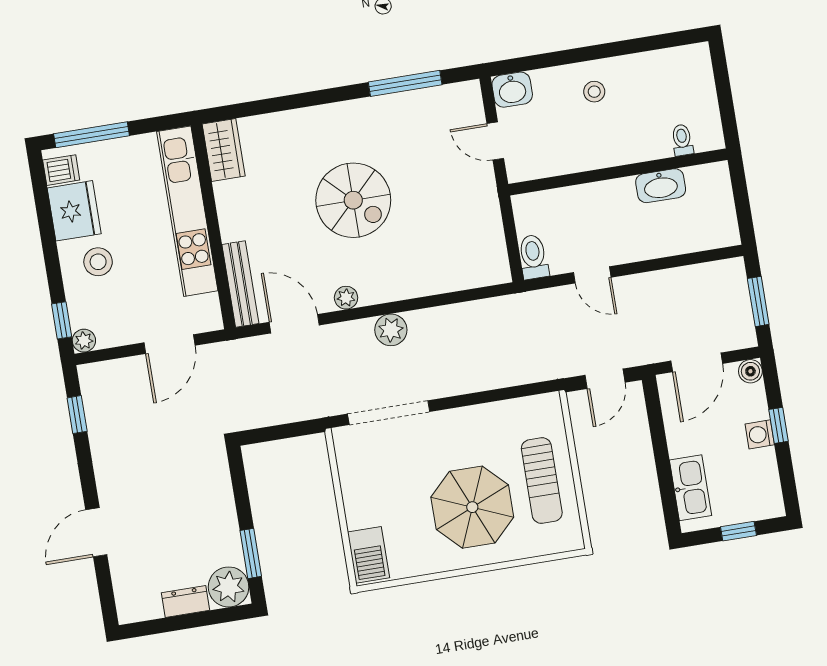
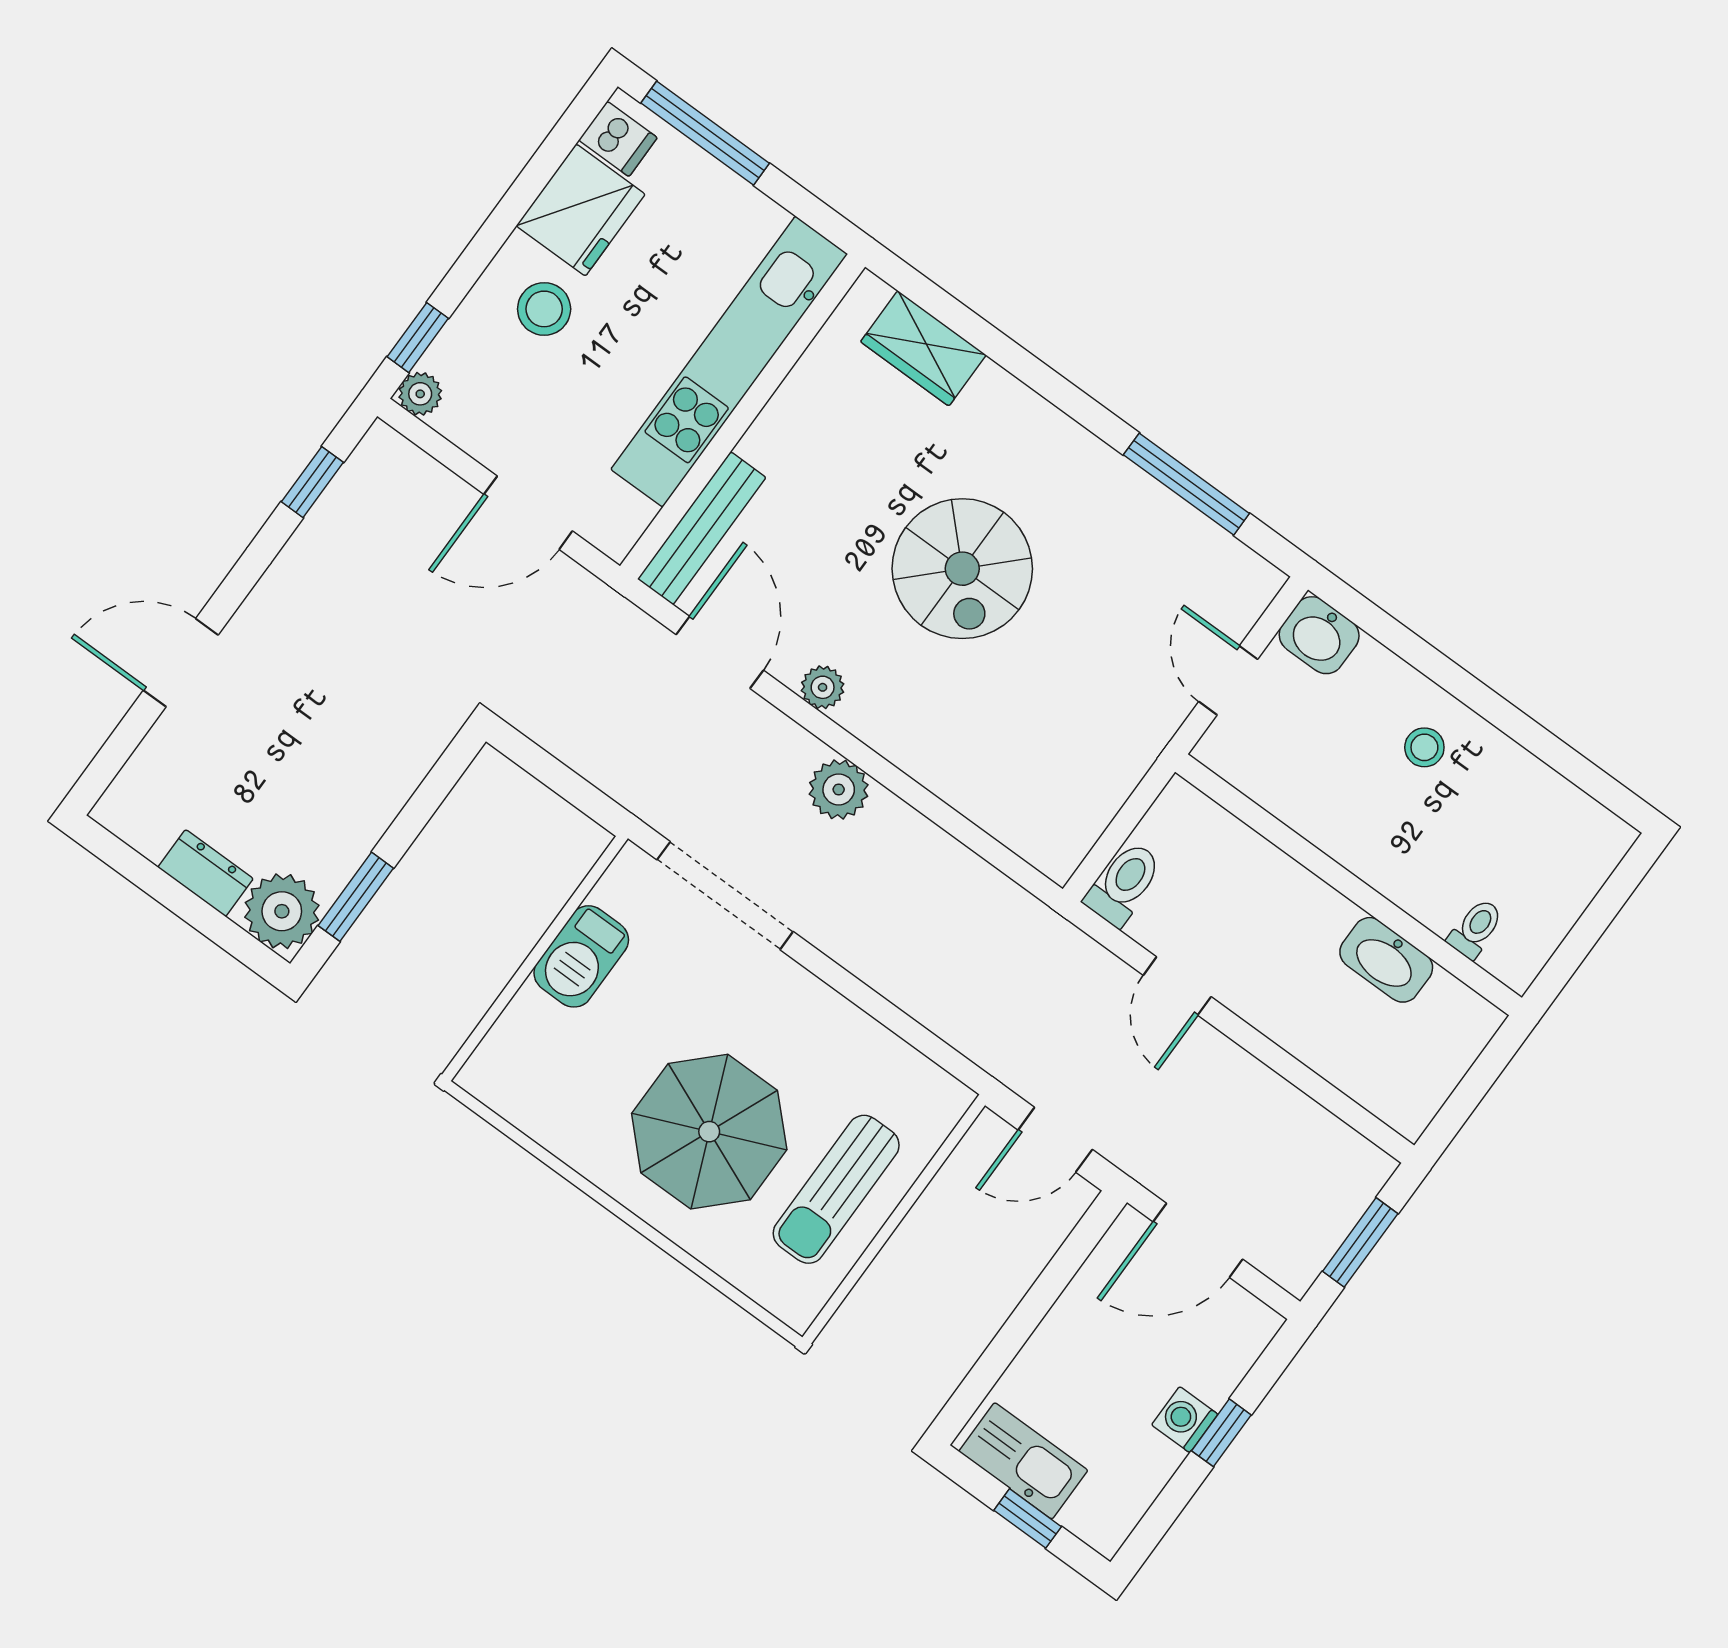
wardrobe: (224, 150) -> (923, 348), moved, turned 90
boiler: (750, 371) -> (1257, 1324), removed
kitchen sink: (691, 488) -> (1023, 1461), moved, turned -90
barbecue: (368, 555) -> (581, 956), moved

